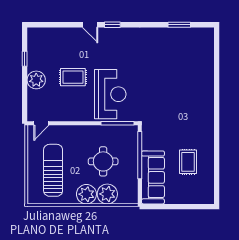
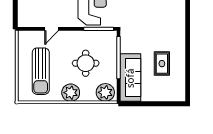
door: (41, 123) -> (52, 29), moved
sun lounger: (53, 170) -> (41, 71), turned 180
plant: (107, 194) -> (105, 92), moved

